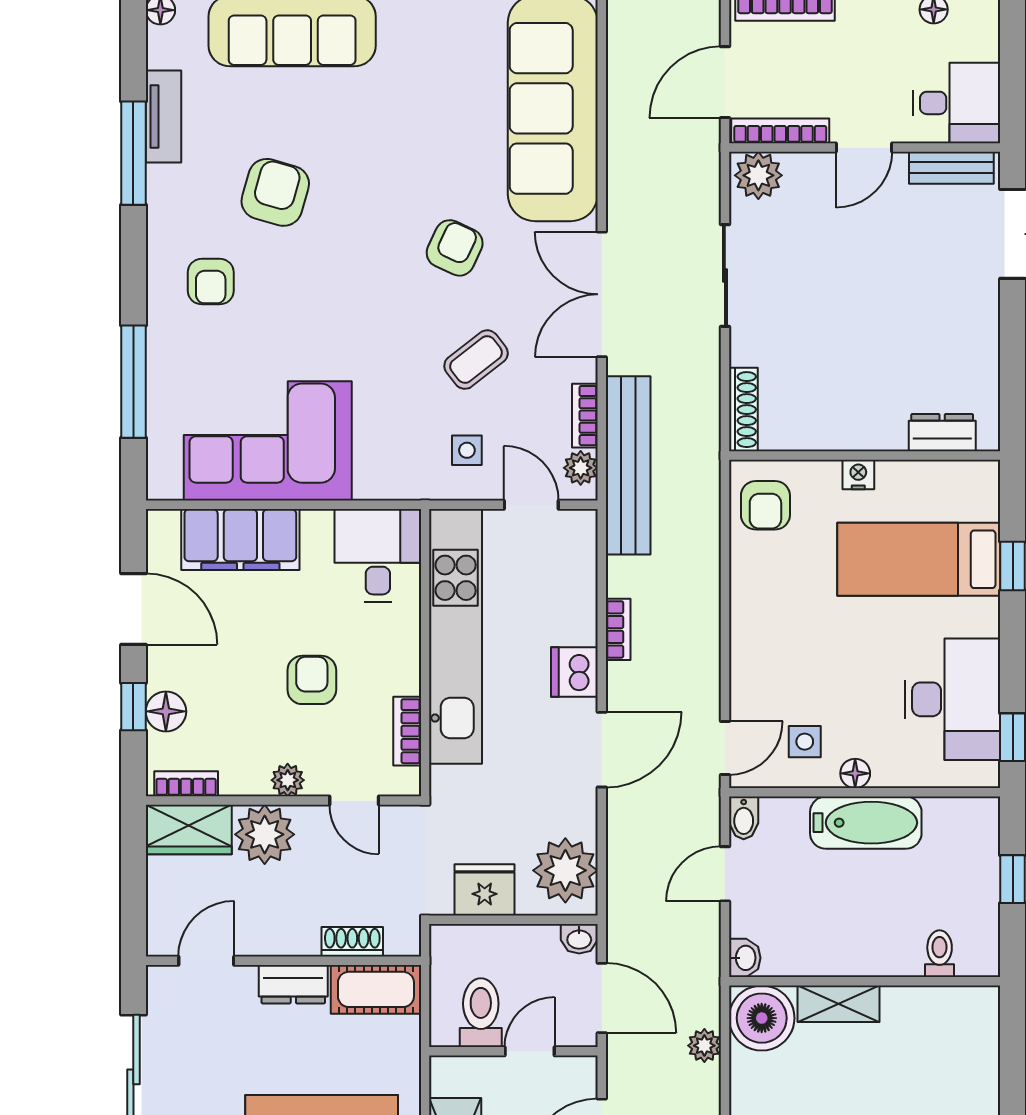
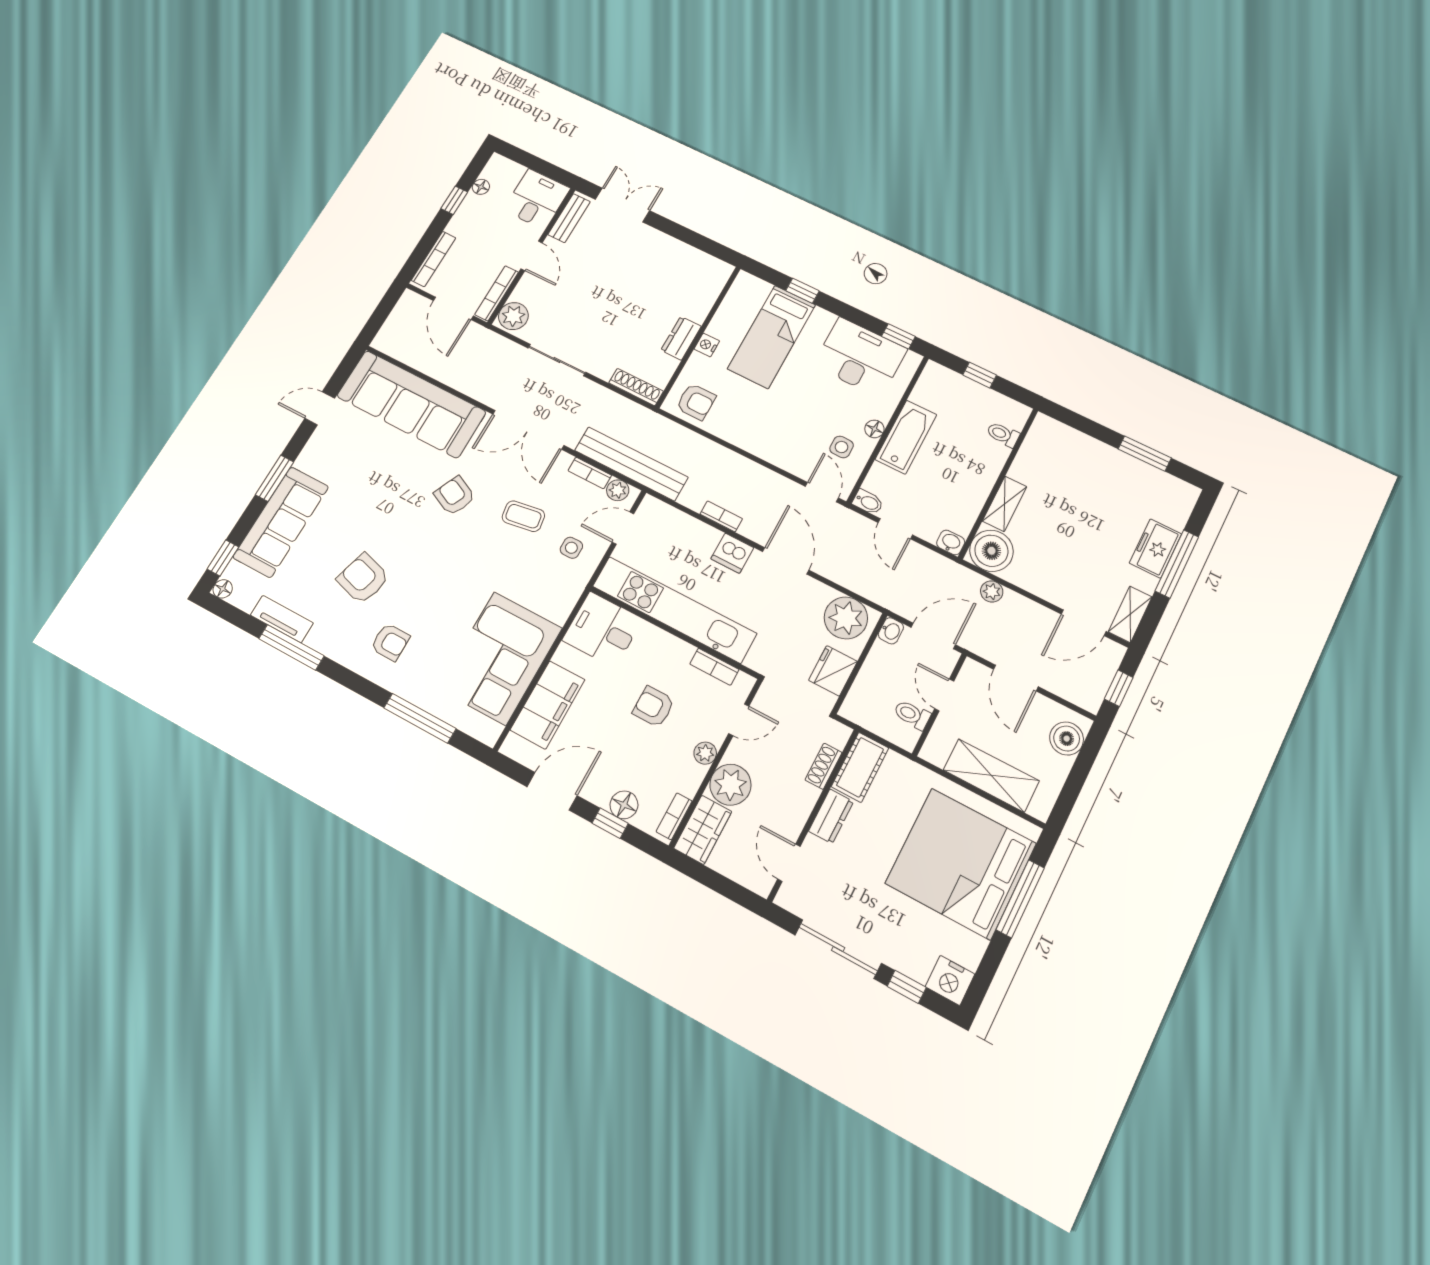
coffee table: (476, 360) -> (523, 516), turned -61
dresser: (942, 433) -> (681, 338), moved
toilet: (481, 1013) -> (912, 715), width x0.73, depth x0.72

